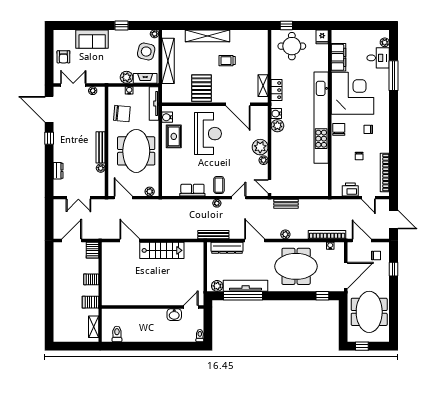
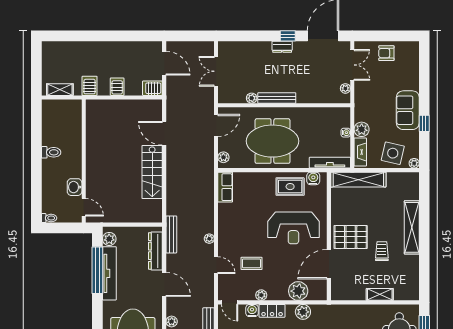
sofa: (92, 39) -> (408, 110), moved
shelving: (168, 61) -> (358, 180), moved
shelving: (263, 86) -> (380, 294), moved
pallet: (201, 88) -> (351, 237), moved
locker: (277, 90) -> (272, 311), moved
chair: (122, 114) -> (318, 124), removed
water cooler: (276, 114) -> (252, 311), moved
plant: (260, 147) -> (298, 291), moved
dresser: (58, 171) -> (282, 47), moved
coffee table: (219, 185) -> (251, 263), moved
door: (270, 186) -> (230, 302), swing flipped
row of seats: (192, 190) -> (225, 187), moved
door: (130, 241) -> (164, 133), swing flipped
door: (255, 241) -> (164, 284), hinge flipped
toilet: (117, 334) -> (51, 152), moved

